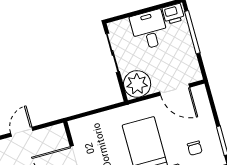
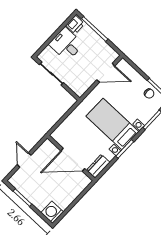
plant: (137, 84) -> (79, 84), removed
chair: (195, 148) -> (149, 93), moved

